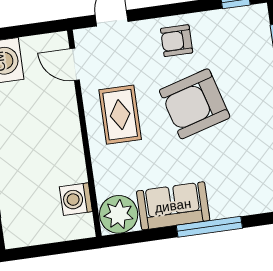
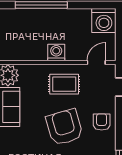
washing machine: (76, 199) -> (56, 52), moved

